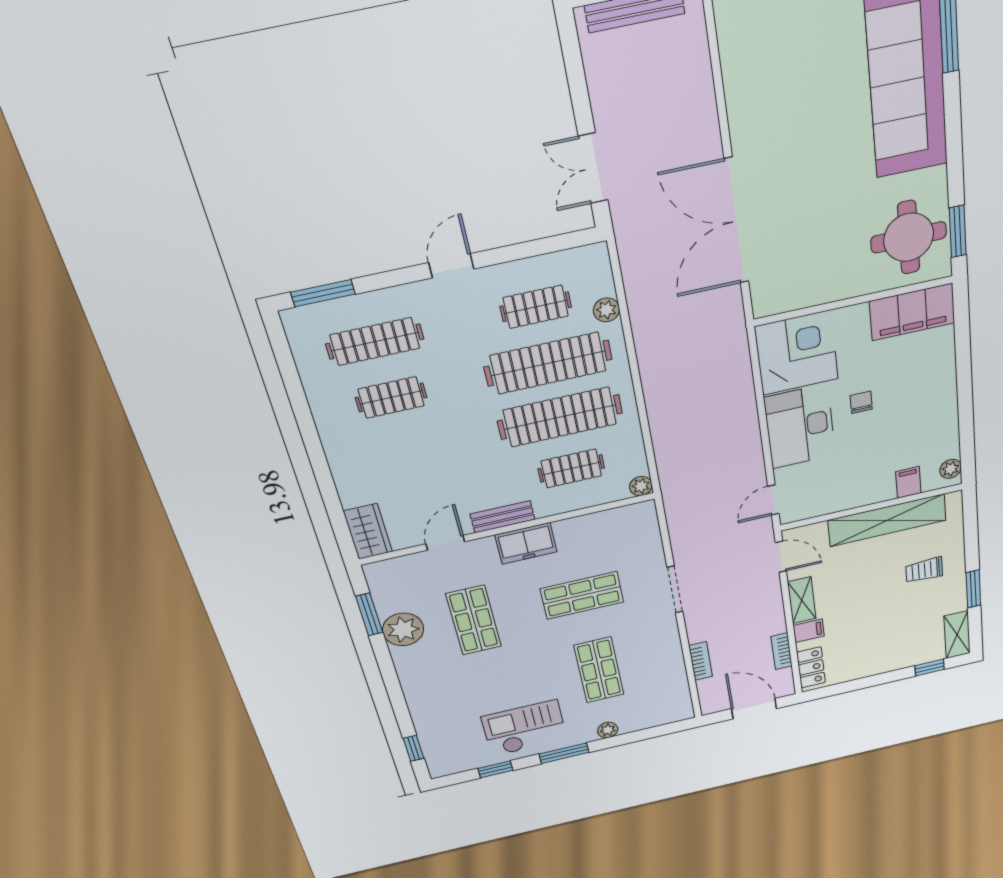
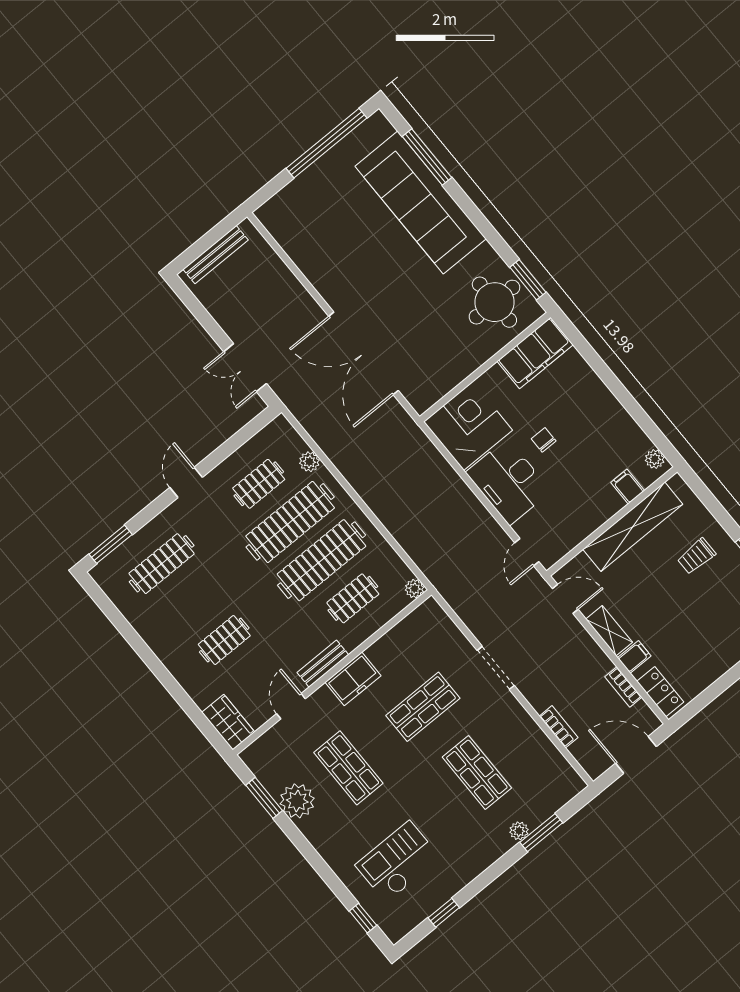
clothes rail: (391, 397) -> (224, 640), moved
checkout: (524, 728) -> (398, 861), moved
window: (564, 753) -> (541, 833), moved

